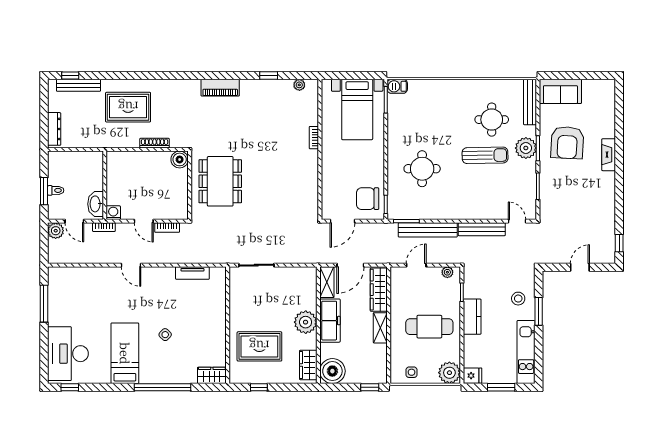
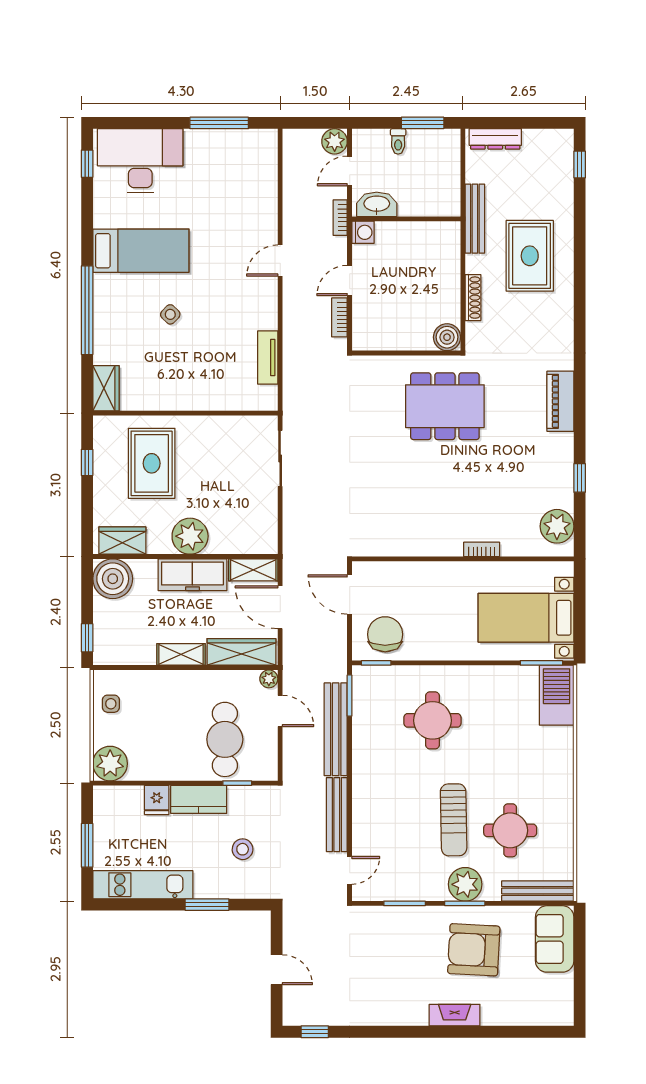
bench: (78, 85) -> (475, 219), moved
plant: (299, 85) -> (557, 526), width x1.87, depth x1.87
barbecue: (397, 86) -> (557, 695), width x1.88, depth x1.53
dining table: (220, 181) -> (445, 406), moved
window: (44, 191) -> (423, 123), moved
plant: (447, 272) -> (269, 679), moved
stool: (518, 299) -> (243, 849), moved
cafe table: (429, 327) -> (225, 739), moved
fridge: (473, 376) -> (157, 800), moved

